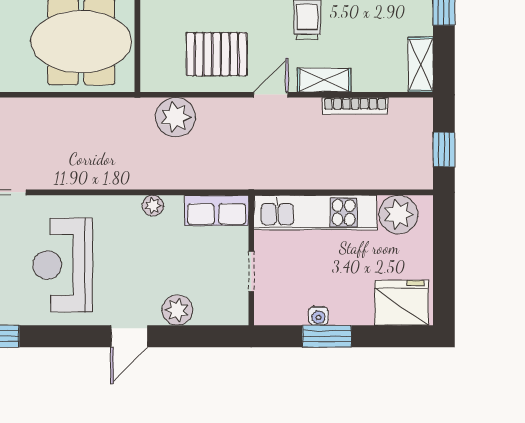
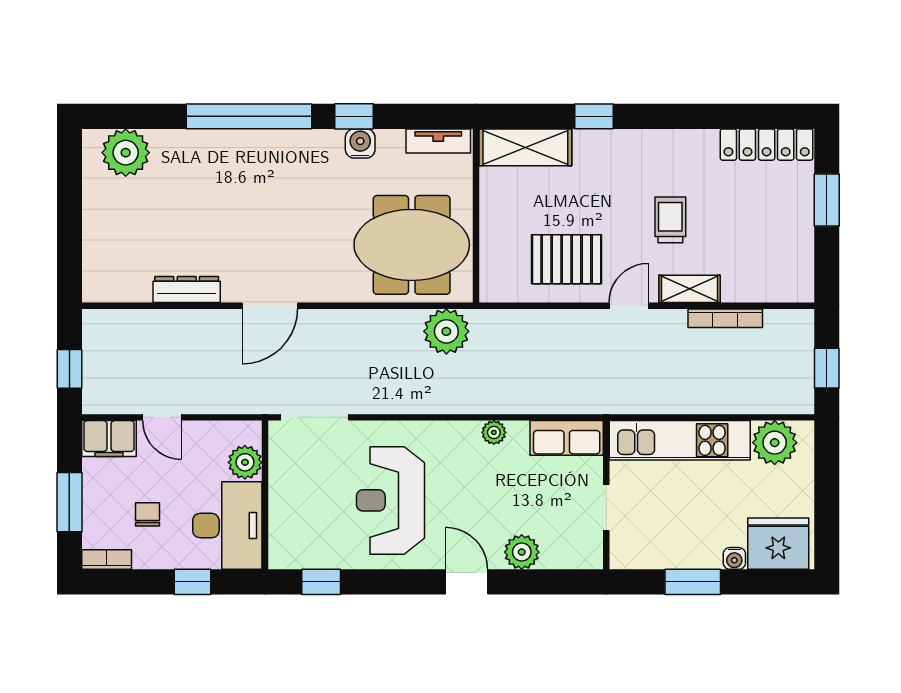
shelving: (421, 64) -> (800, 271), removed
plant: (175, 117) -> (446, 331), moved
water cooler: (318, 316) -> (734, 558), moved
door: (129, 336) -> (467, 582), swing flipped

